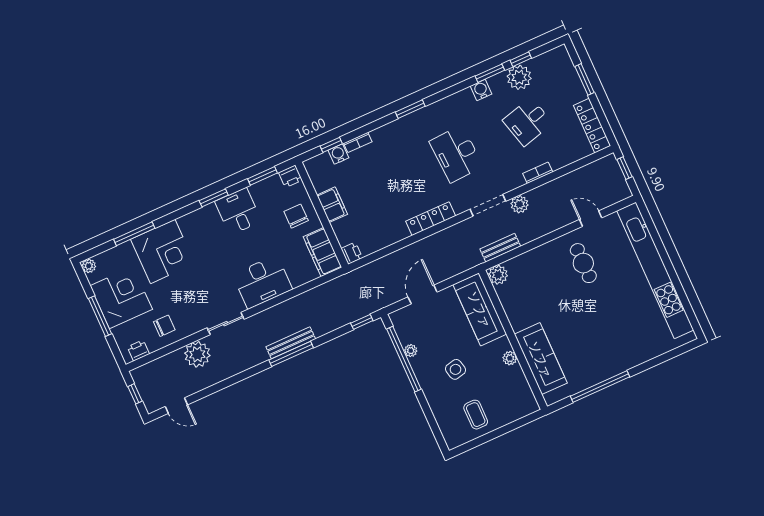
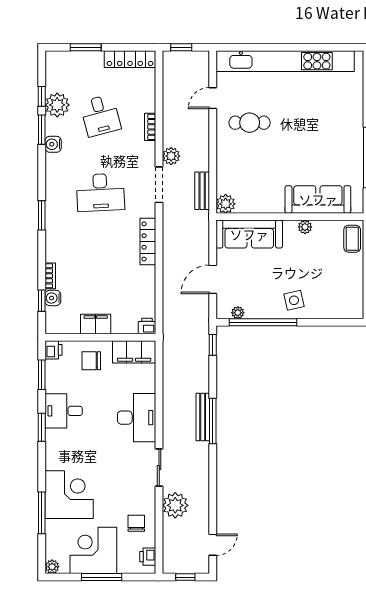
door: (423, 294) -> (213, 279), hinge flipped
plant: (411, 351) -> (238, 313), moved
side table: (455, 369) -> (294, 300), moved
coffee table: (476, 415) -> (352, 239), moved, turned 90

